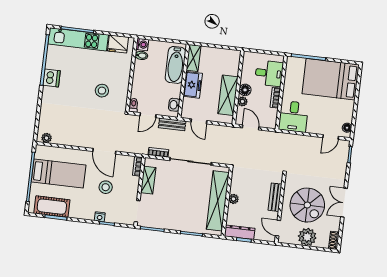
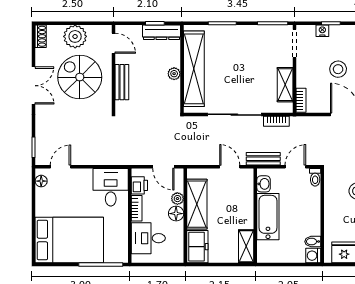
bathtub: (175, 65) -> (268, 217), moved
freezer: (193, 85) -> (197, 247), moved, turned 180
printer: (271, 115) -> (139, 185), added
nightstand: (100, 217) -> (322, 31), moved

